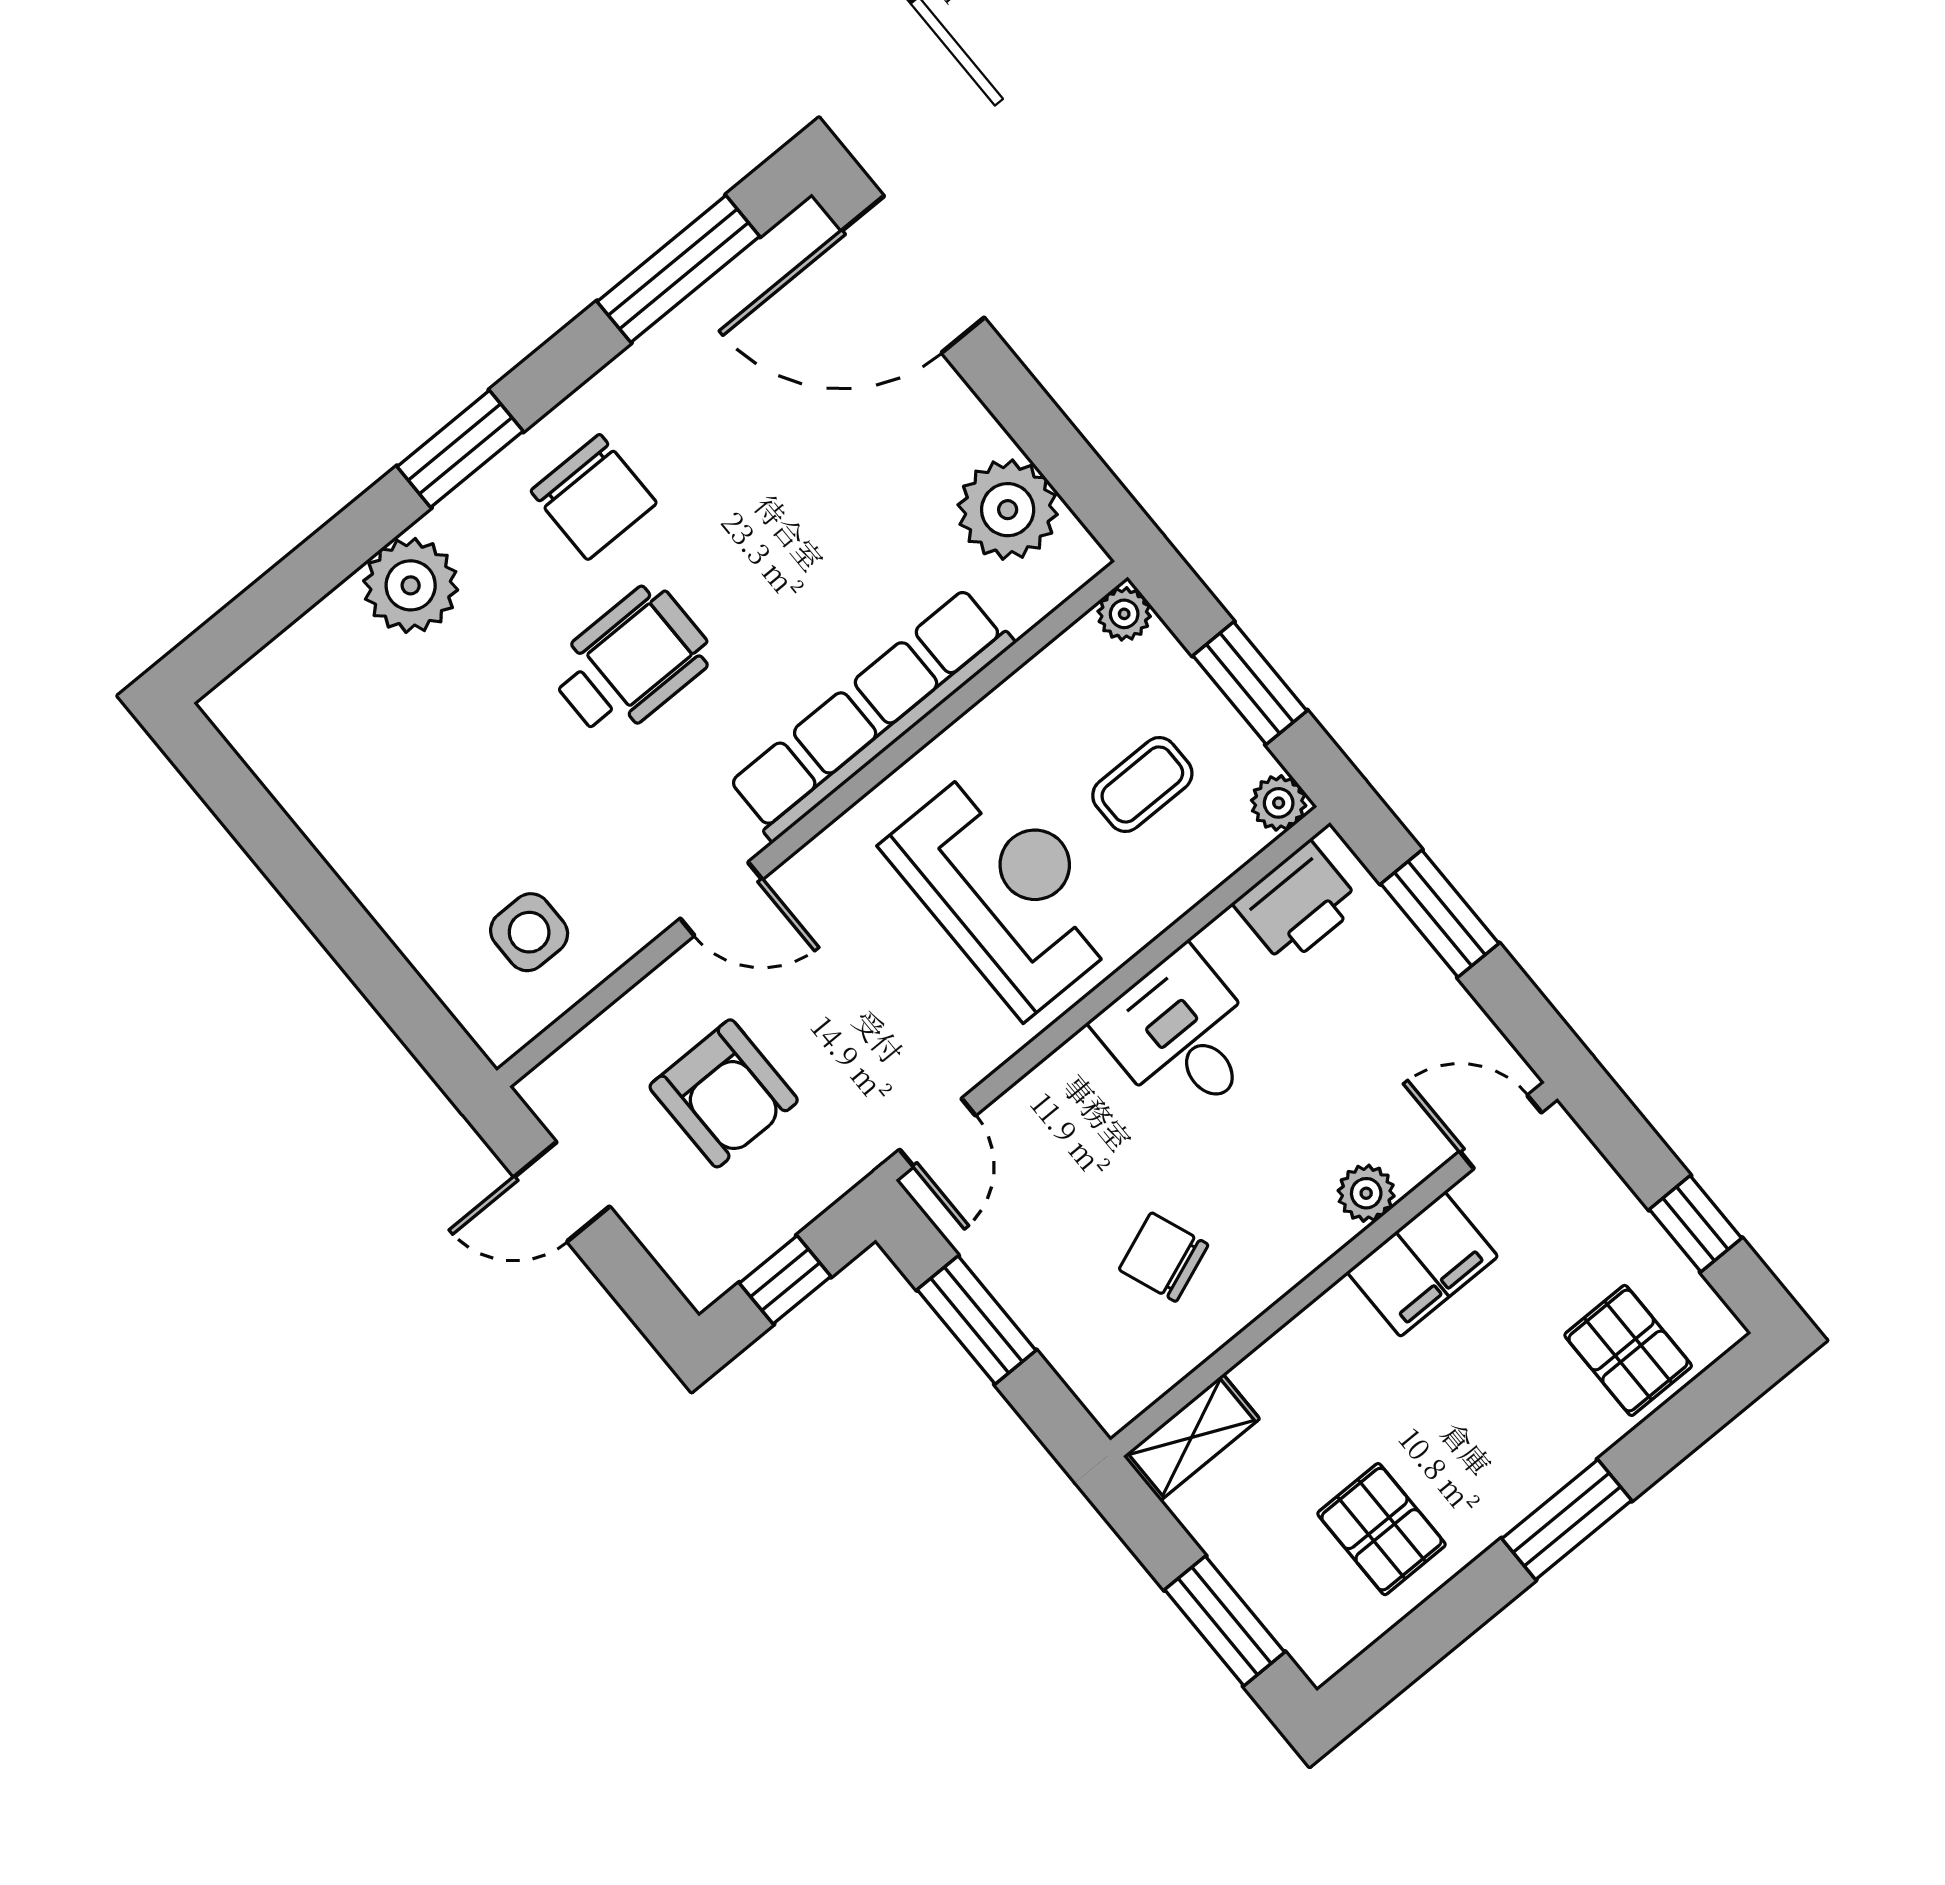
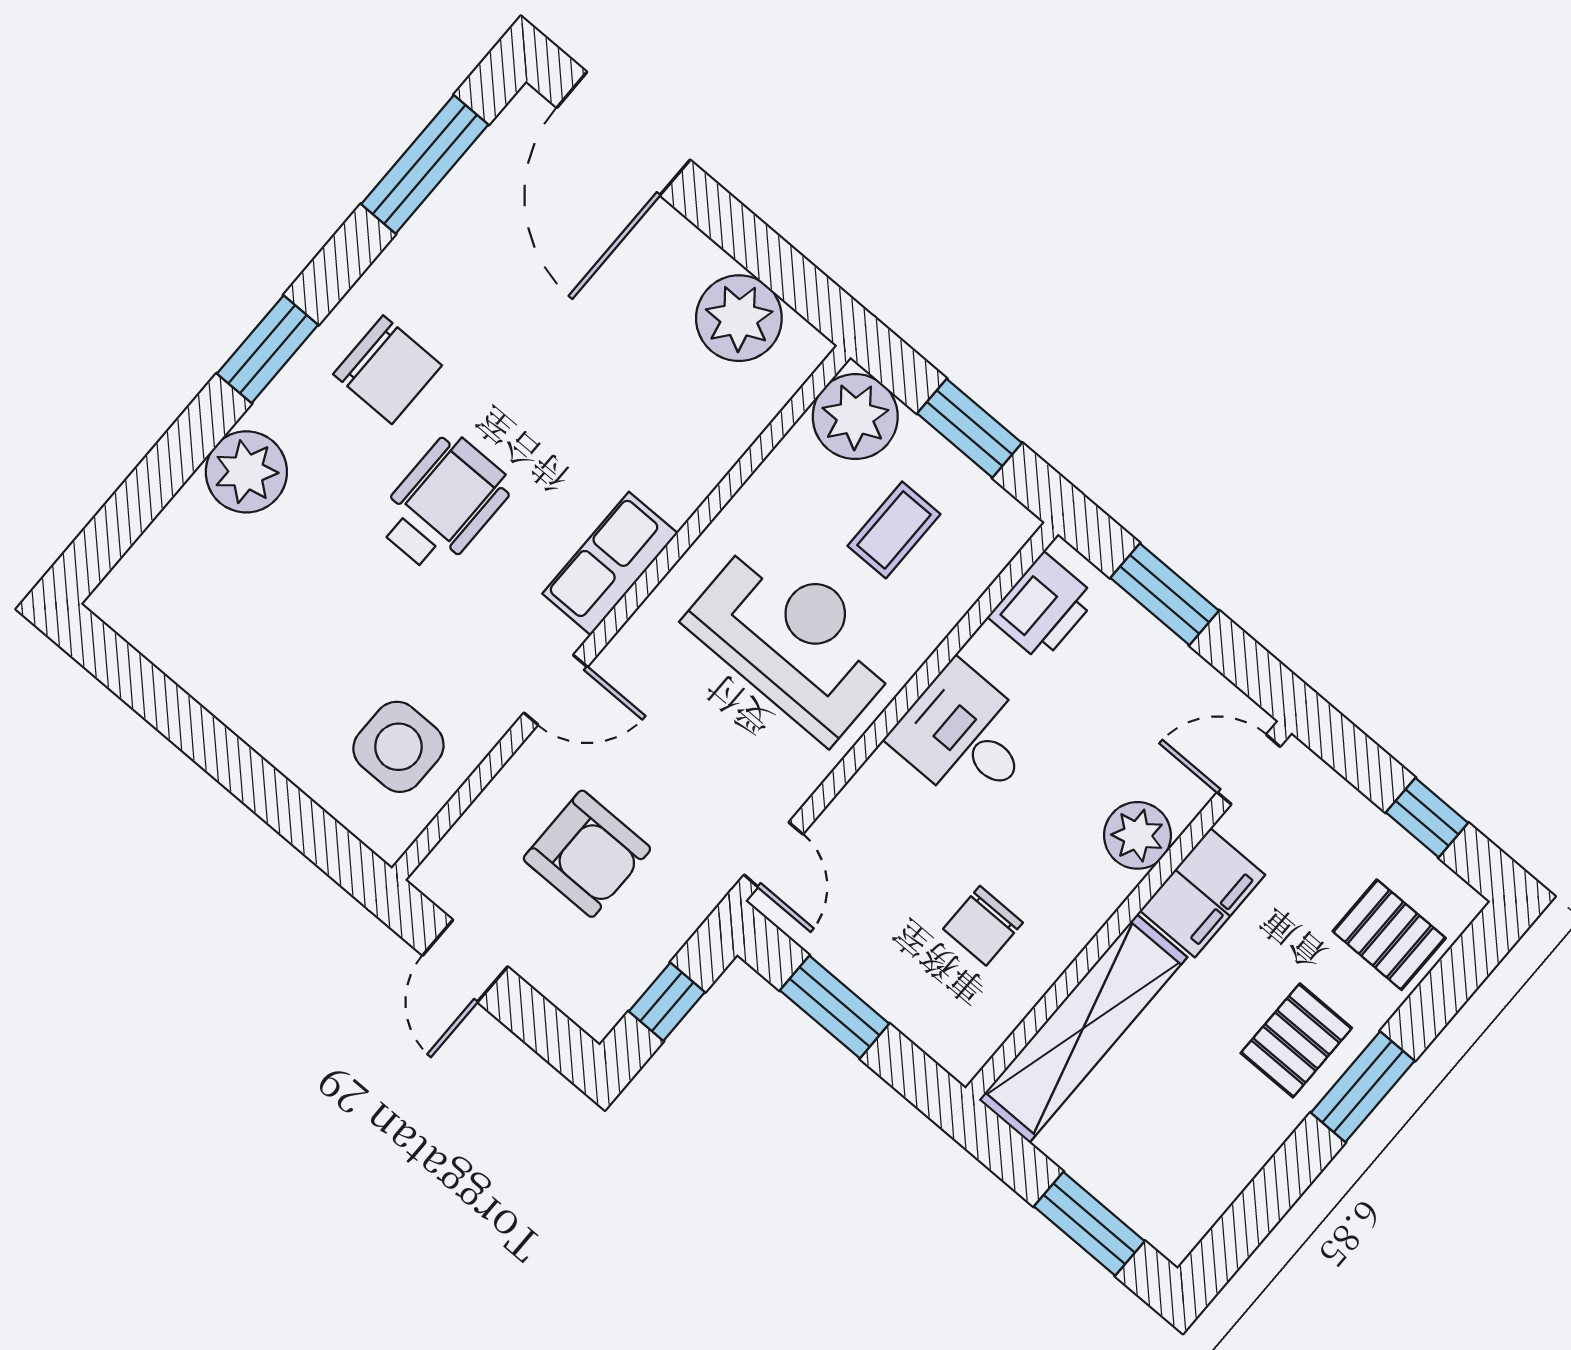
door: (913, 274) -> (623, 134), hinge flipped
plant: (1124, 614) -> (855, 417), width x1.88, depth x1.88
row of seats: (871, 714) -> (610, 563), width x0.50
plant: (1279, 803) -> (1012, 525), removed
side table: (529, 932) -> (398, 747), width x1.37, depth x1.37
door: (562, 1192) -> (465, 961), hinge flipped
plant: (1366, 1193) -> (1137, 835), width x1.38, depth x1.38
chair: (1164, 1257) -> (983, 926), turned -69
shelving: (1191, 1437) -> (1083, 1029), width x2.20, depth x1.33
pallet: (1382, 1529) -> (1296, 1040), moved, turned 90

